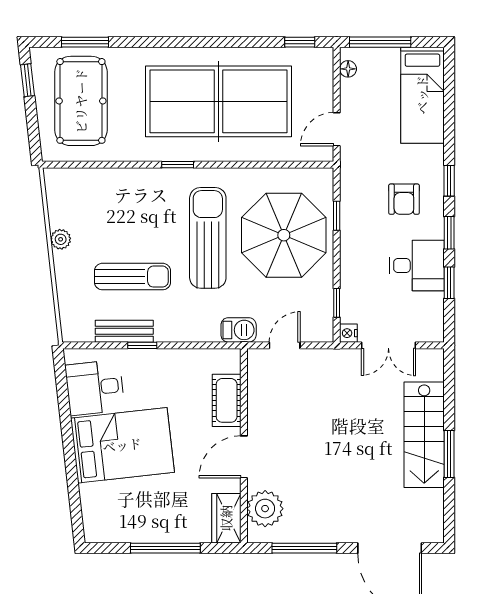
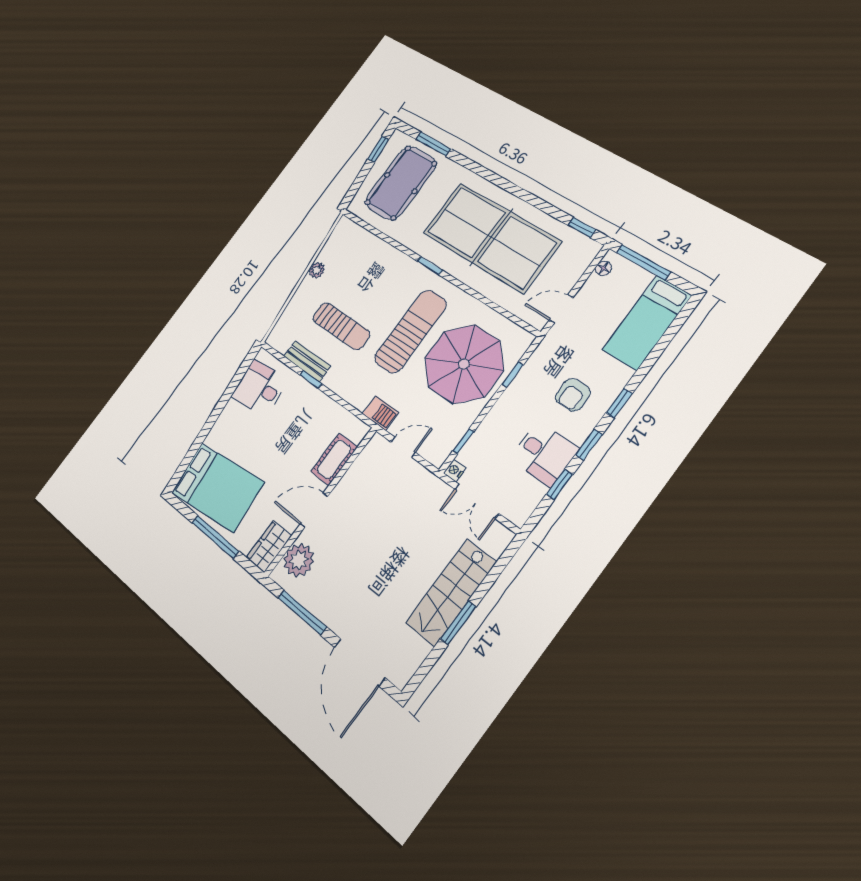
bed: (122, 445) -> (217, 487), moved

